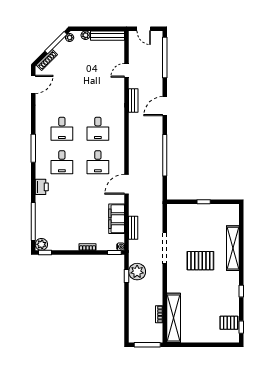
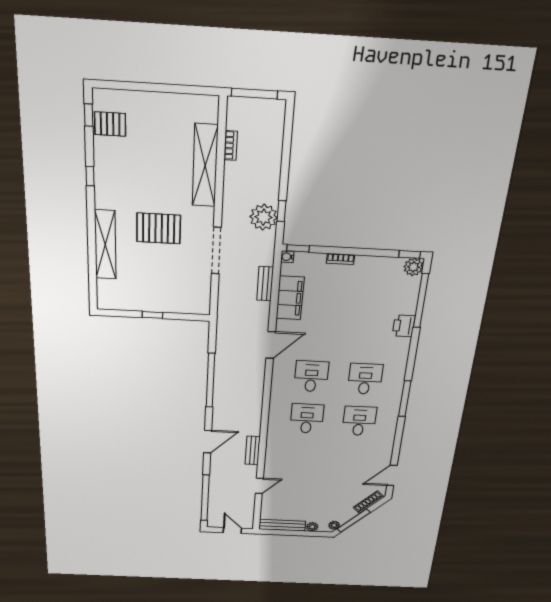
printer: (42, 187) -> (404, 326), moved
shelving: (174, 318) -> (205, 166), moved

